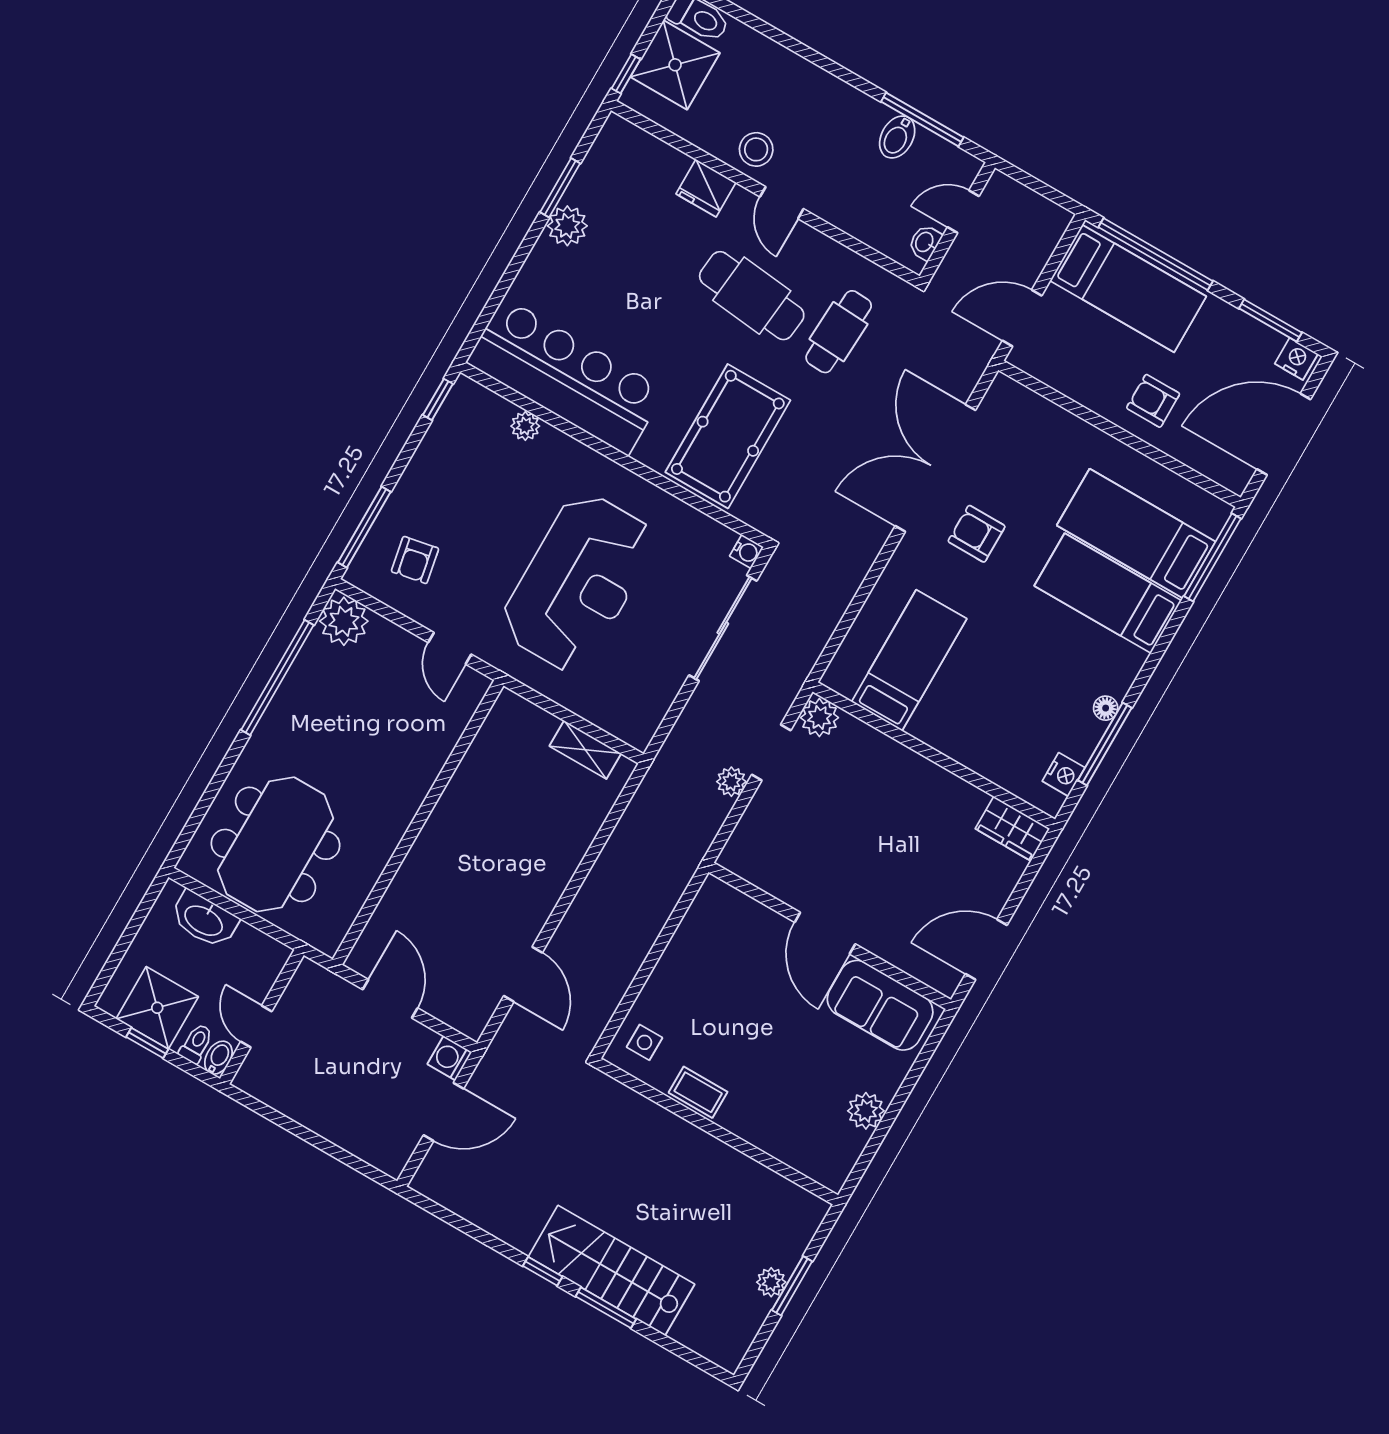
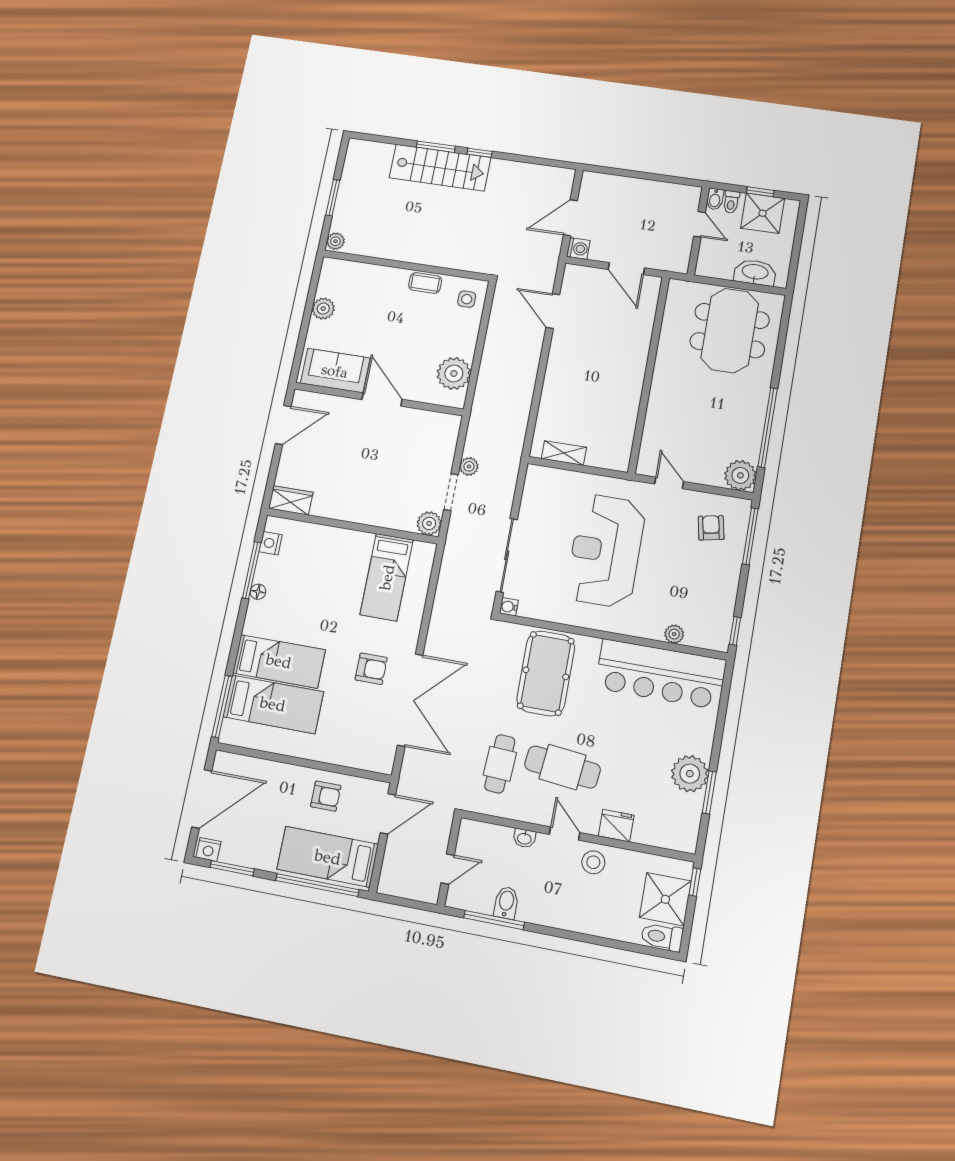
plant: (567, 226) -> (690, 774), width x1.36, depth x1.36
washbasin: (925, 242) -> (524, 838), moved, turned 90
armchair: (1153, 401) -> (326, 796), moved
plant: (704, 933) -> (454, 373), added
plant: (771, 1282) -> (336, 241), moved

